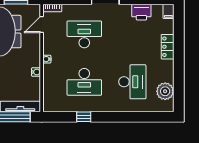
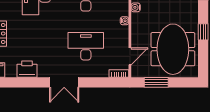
desk: (84, 34) -> (86, 46), turned 180

